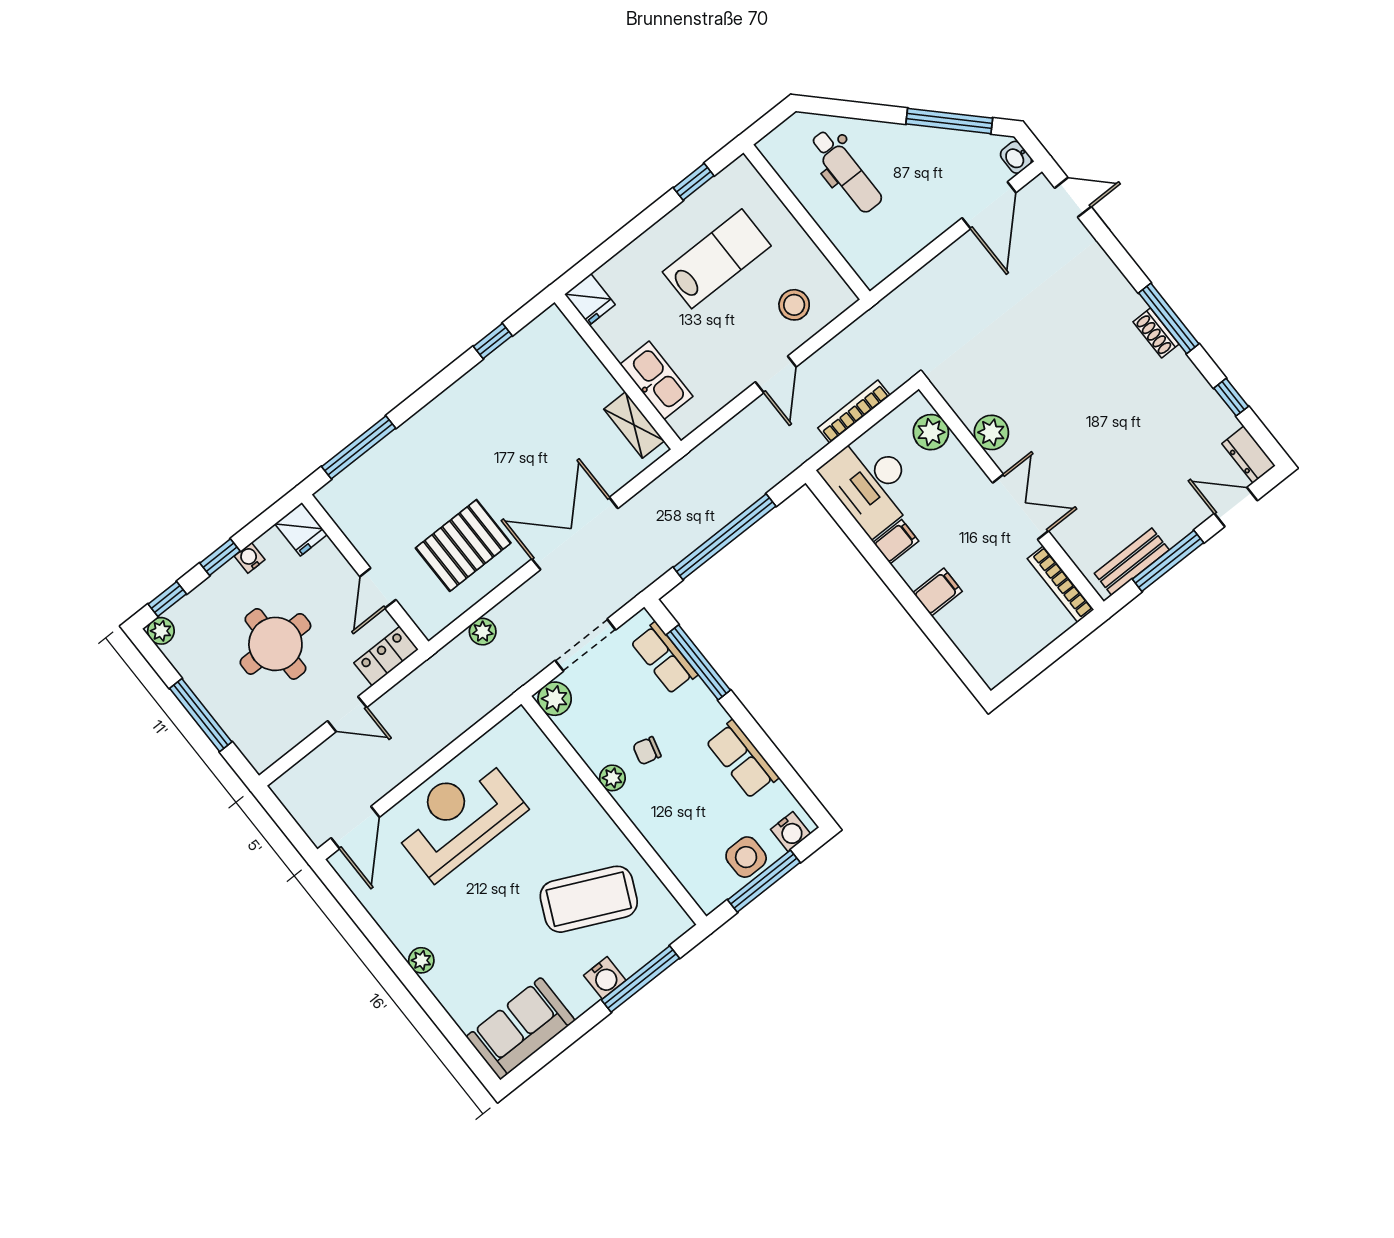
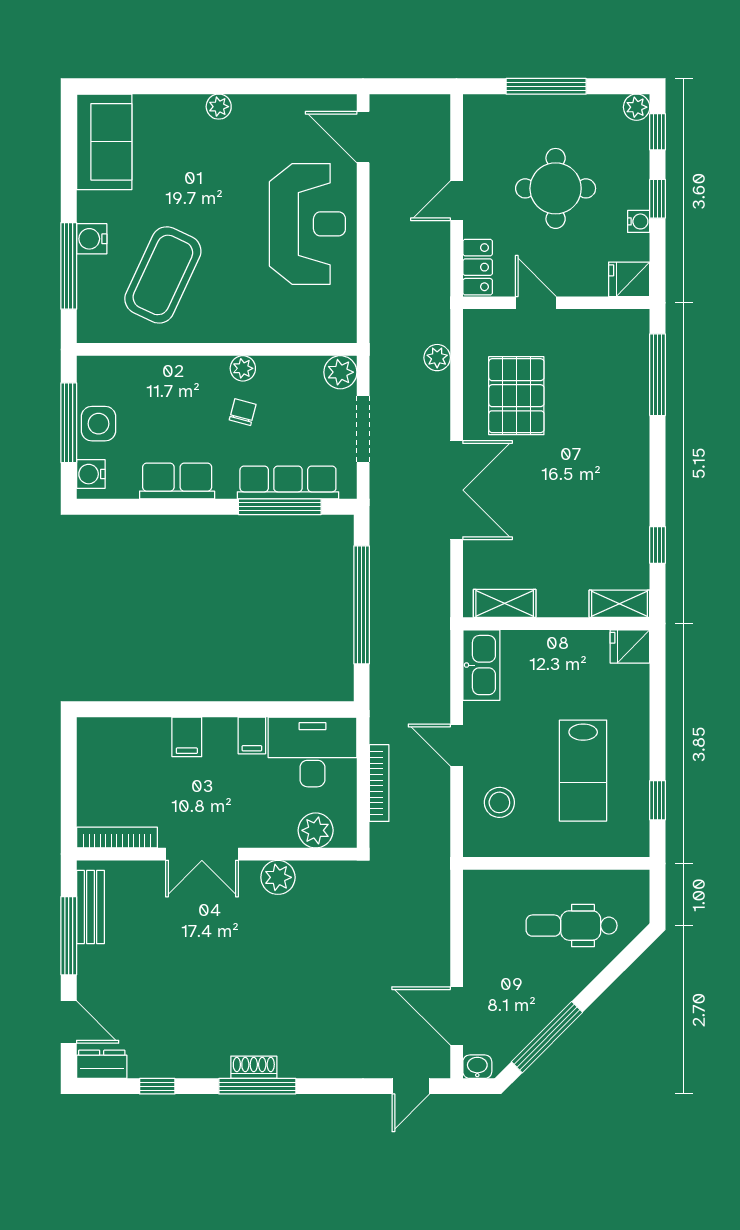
shelving: (563, 334) -> (619, 604), added
kitchen sink: (656, 380) -> (481, 665), moved, turned -90
door: (1236, 507) -> (69, 1022), hinge flipped
row of seats: (664, 658) -> (288, 483), width x1.48

